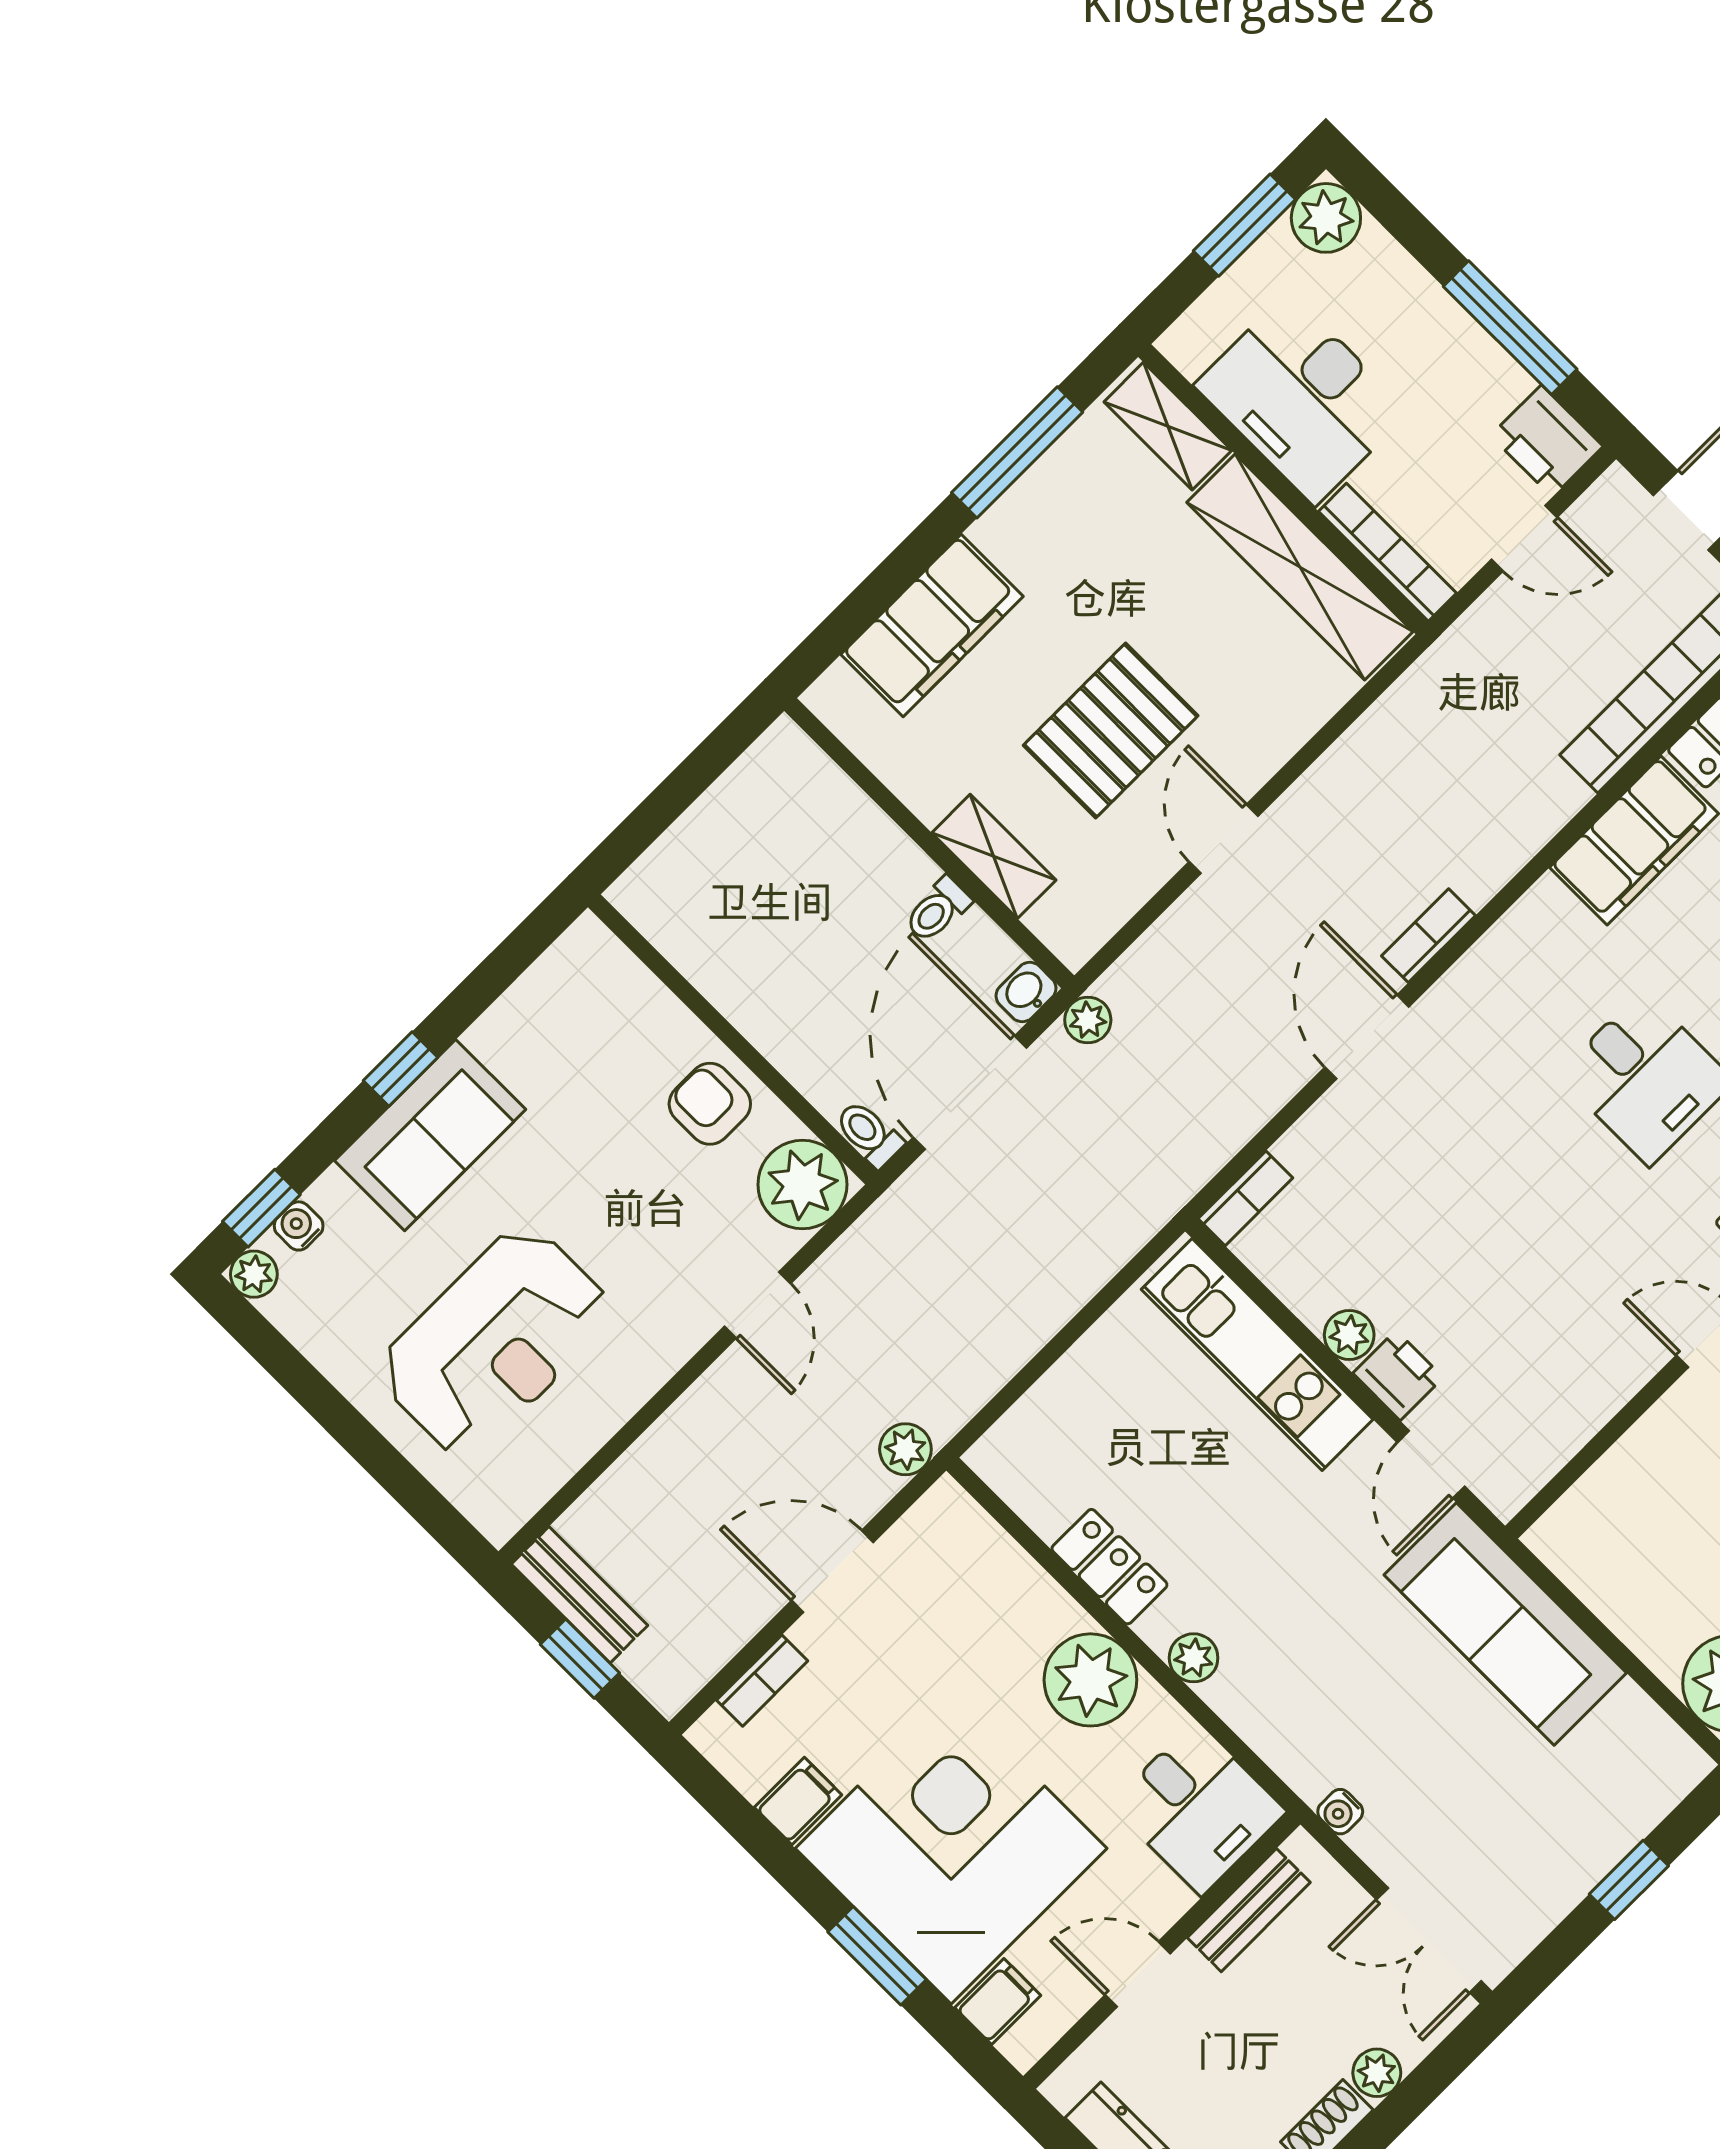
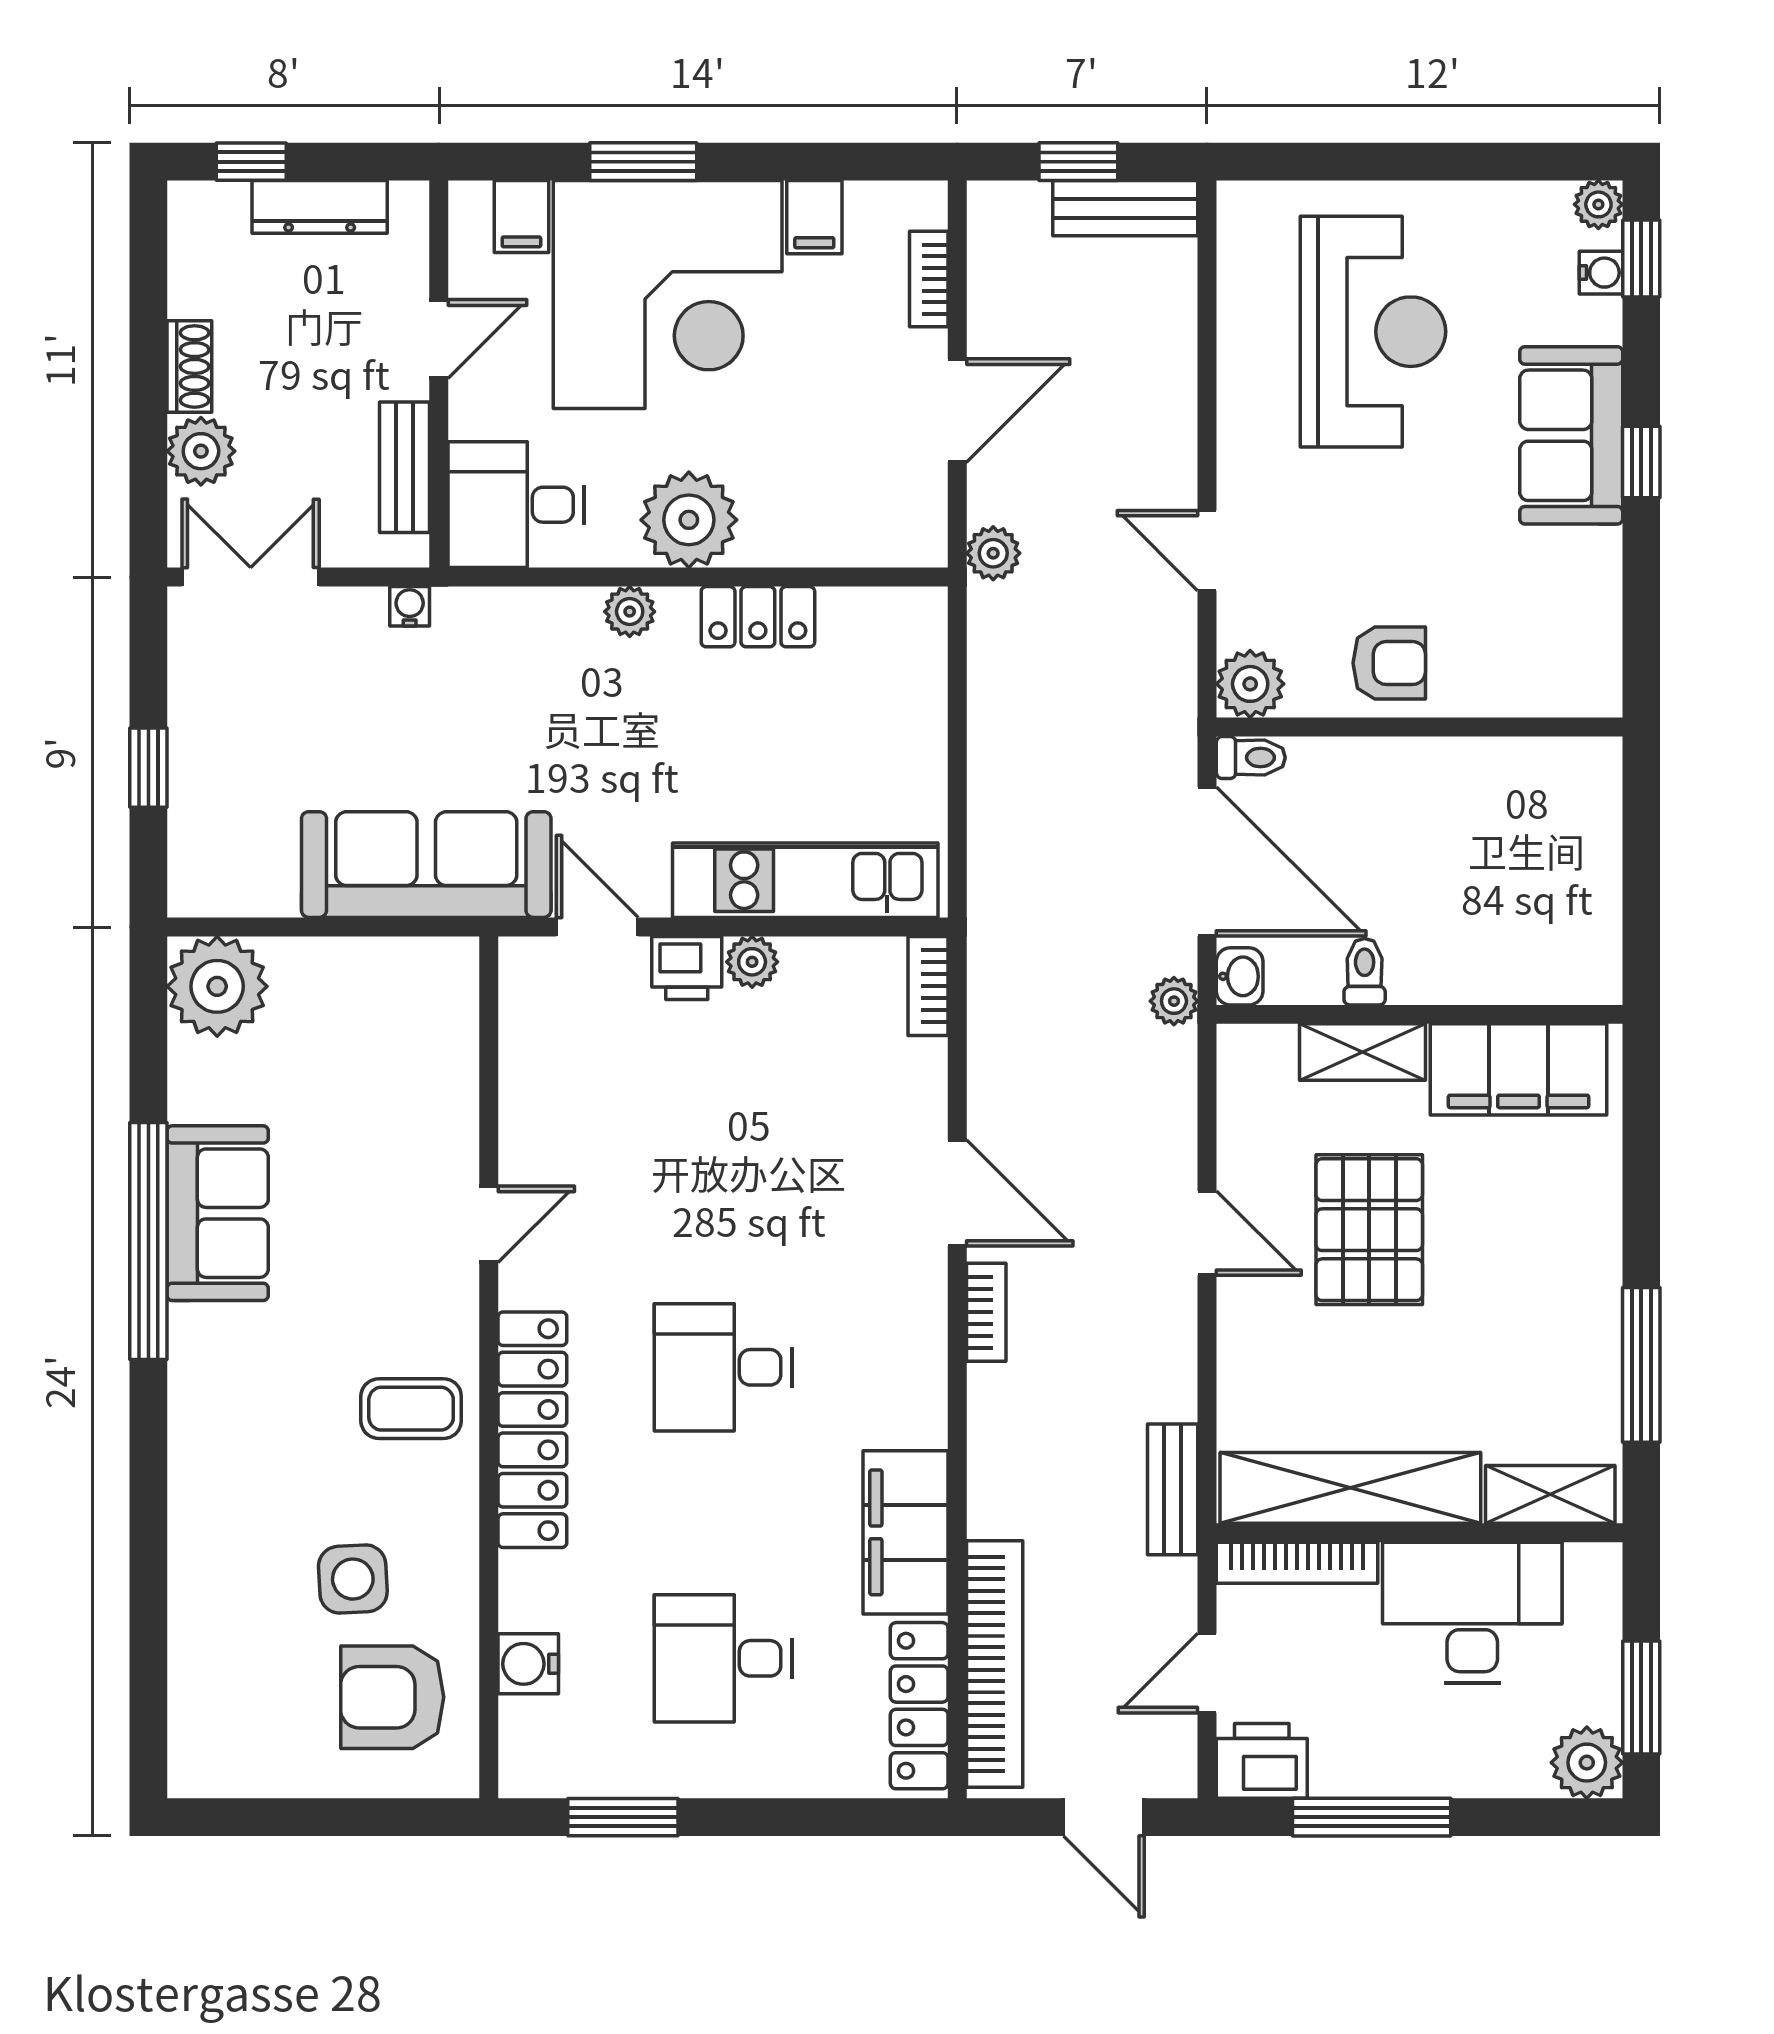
filing cabinet: (932, 625) -> (1519, 1069), moved, turned -90
bench: (1422, 687) -> (1173, 1489), added
plant: (802, 1185) -> (1250, 684), width x0.73, depth x0.73
reception desk: (495, 1341) -> (1373, 332), turned 180
plant: (1377, 2073) -> (201, 451), width x1.38, depth x1.38

